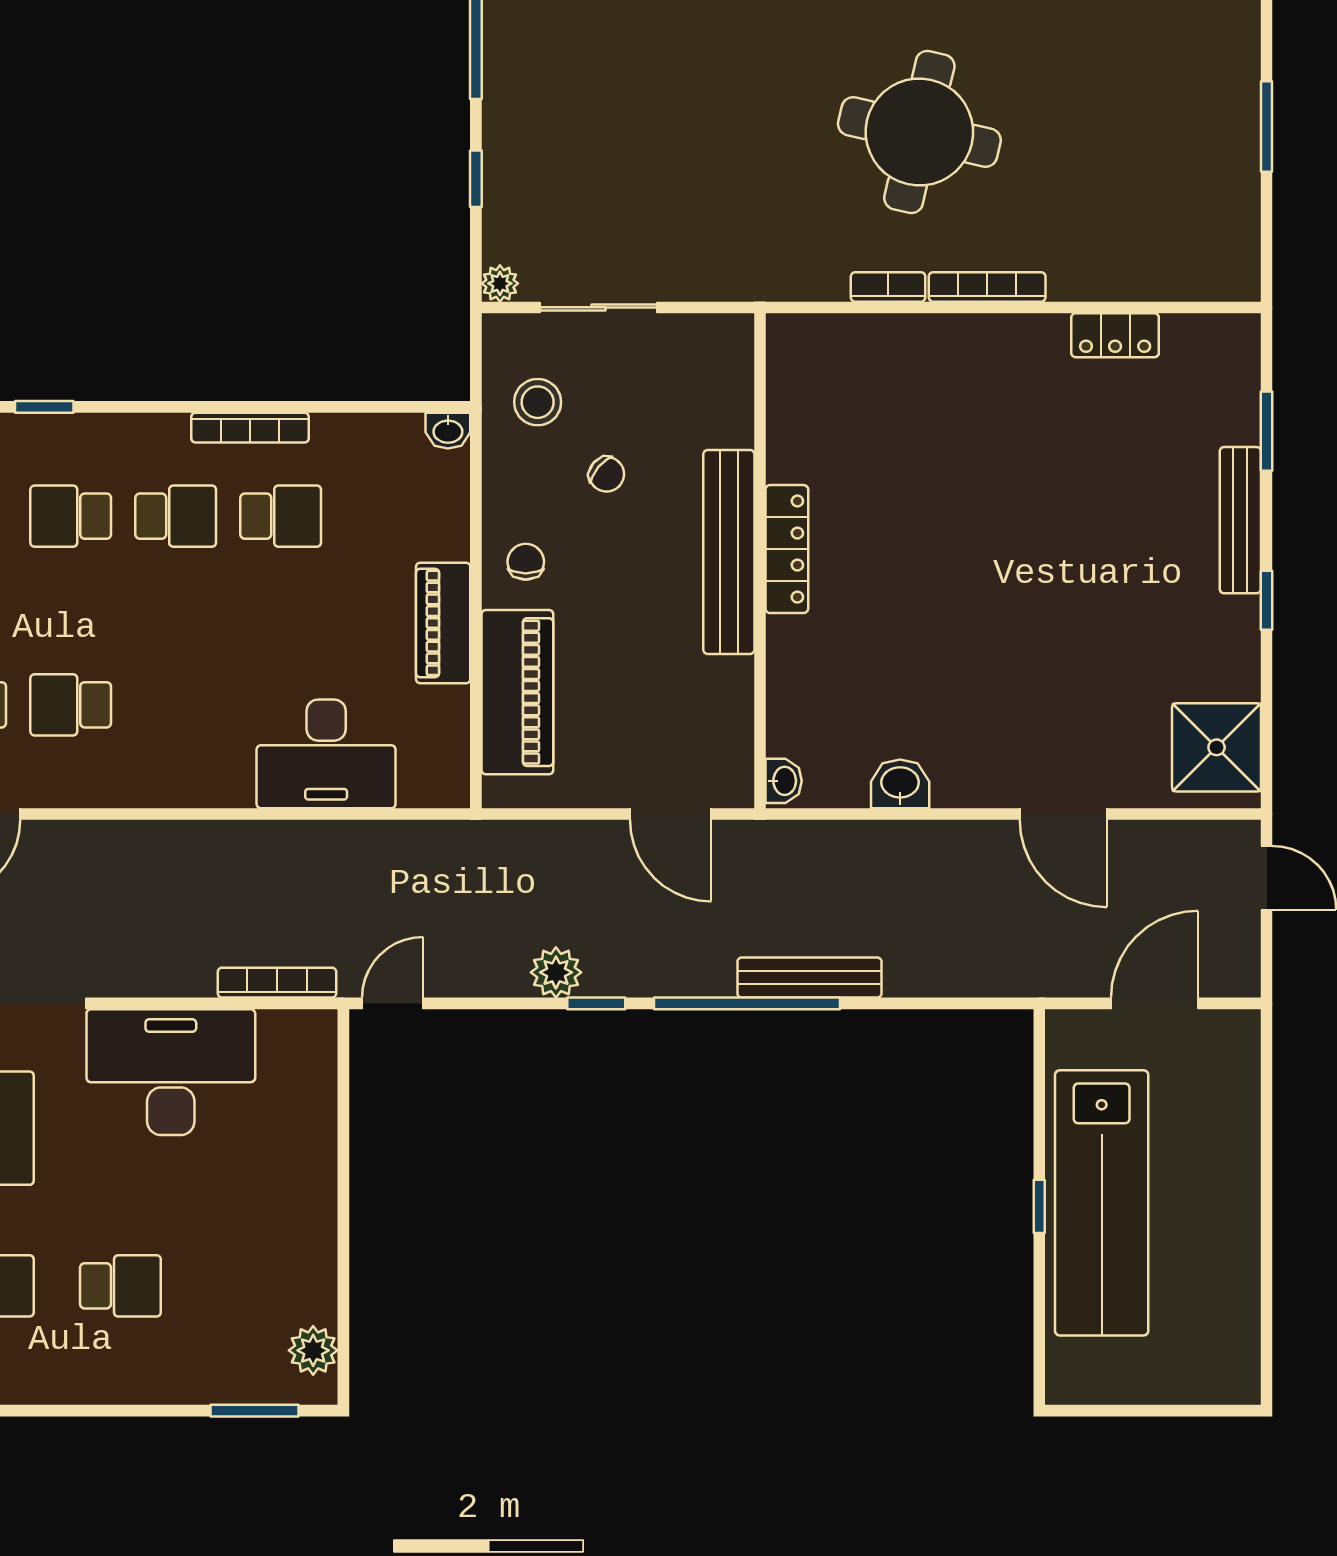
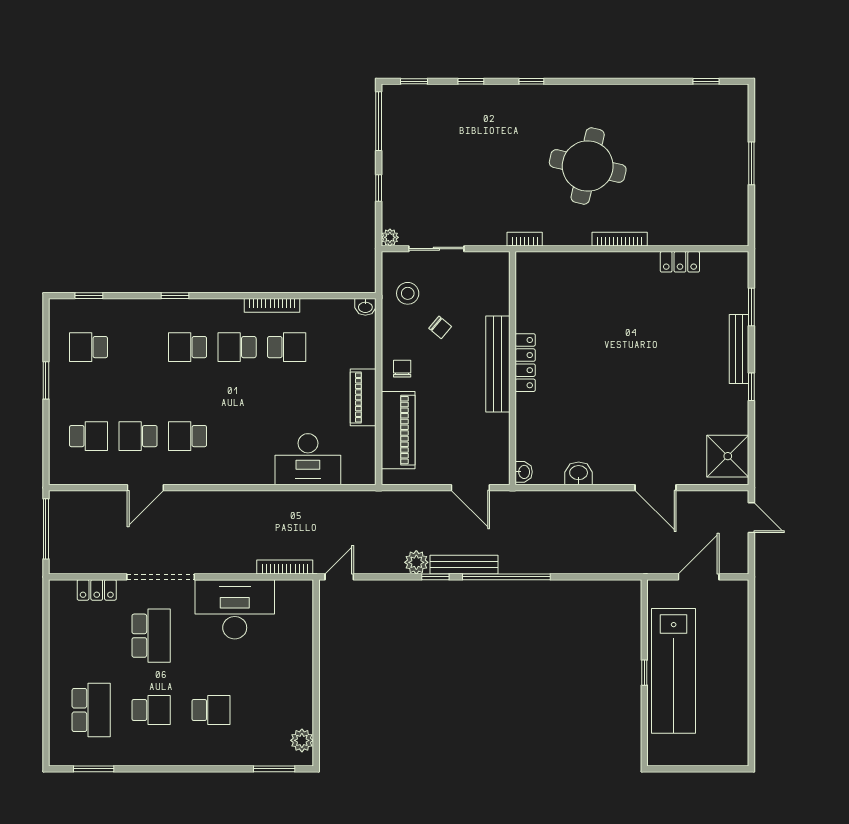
bookcase: (888, 287) -> (525, 239), moved
school desk: (176, 516) -> (237, 347), turned 180
bench: (809, 978) -> (464, 565), moved

